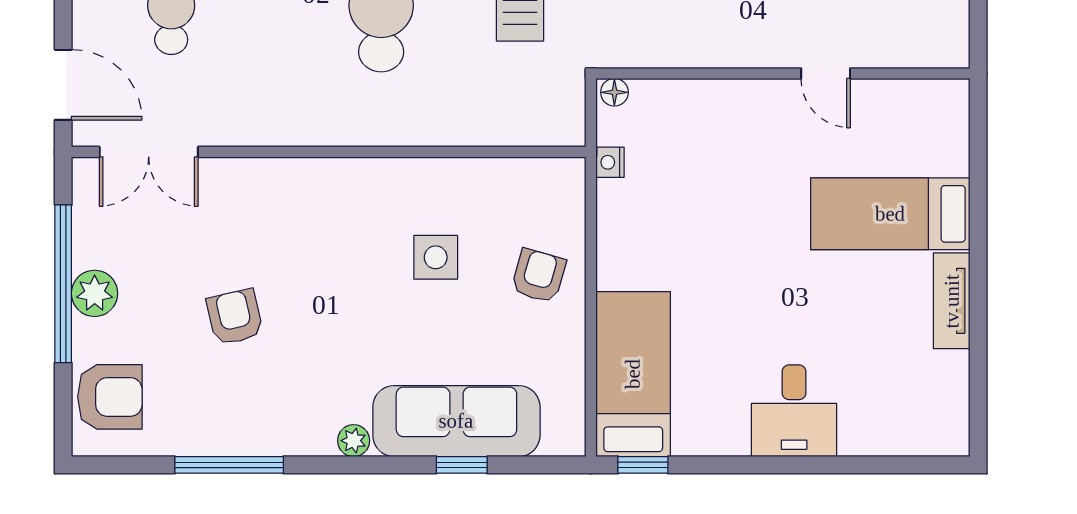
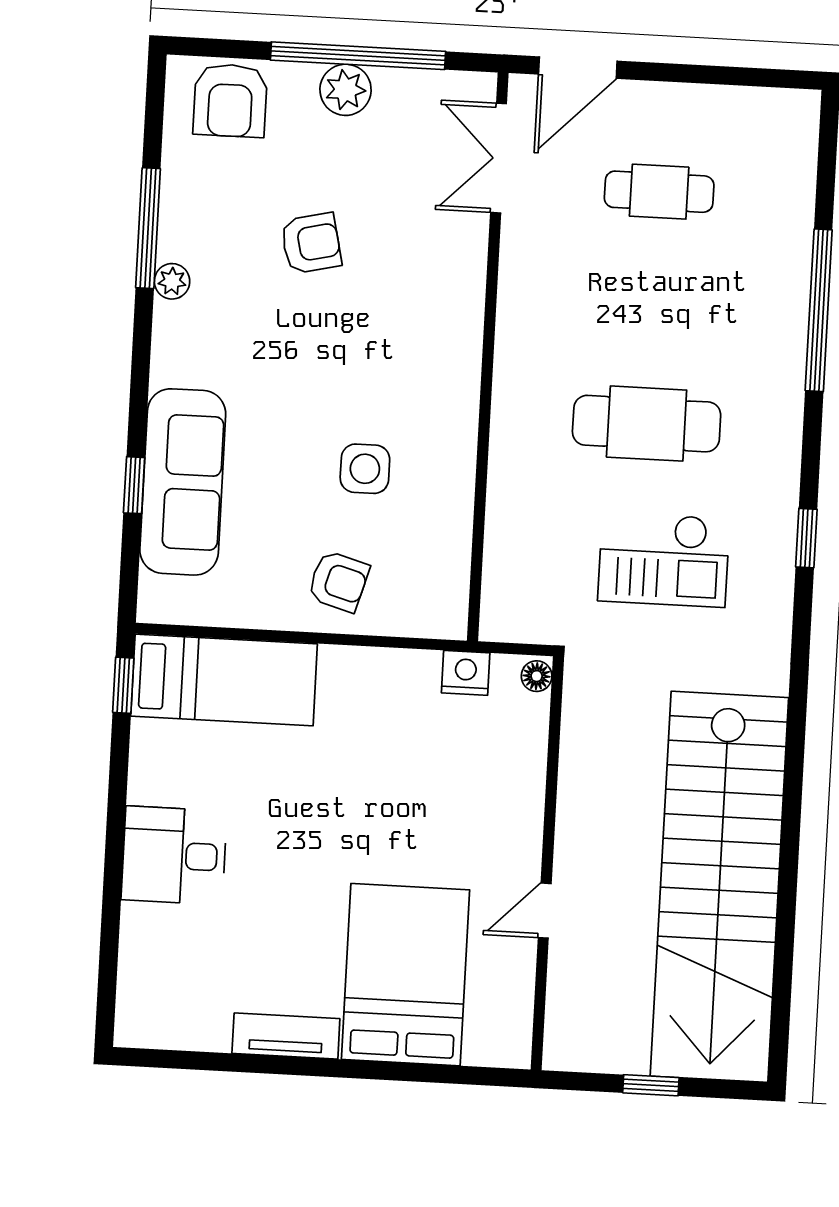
nightstand: (610, 162) -> (466, 673), width x1.39, depth x1.35
bed: (890, 214) -> (406, 975), width x1.50
plant: (354, 441) -> (172, 281), moved

